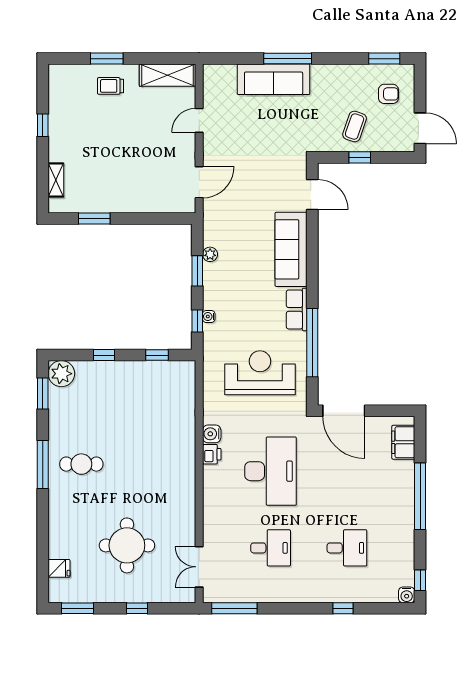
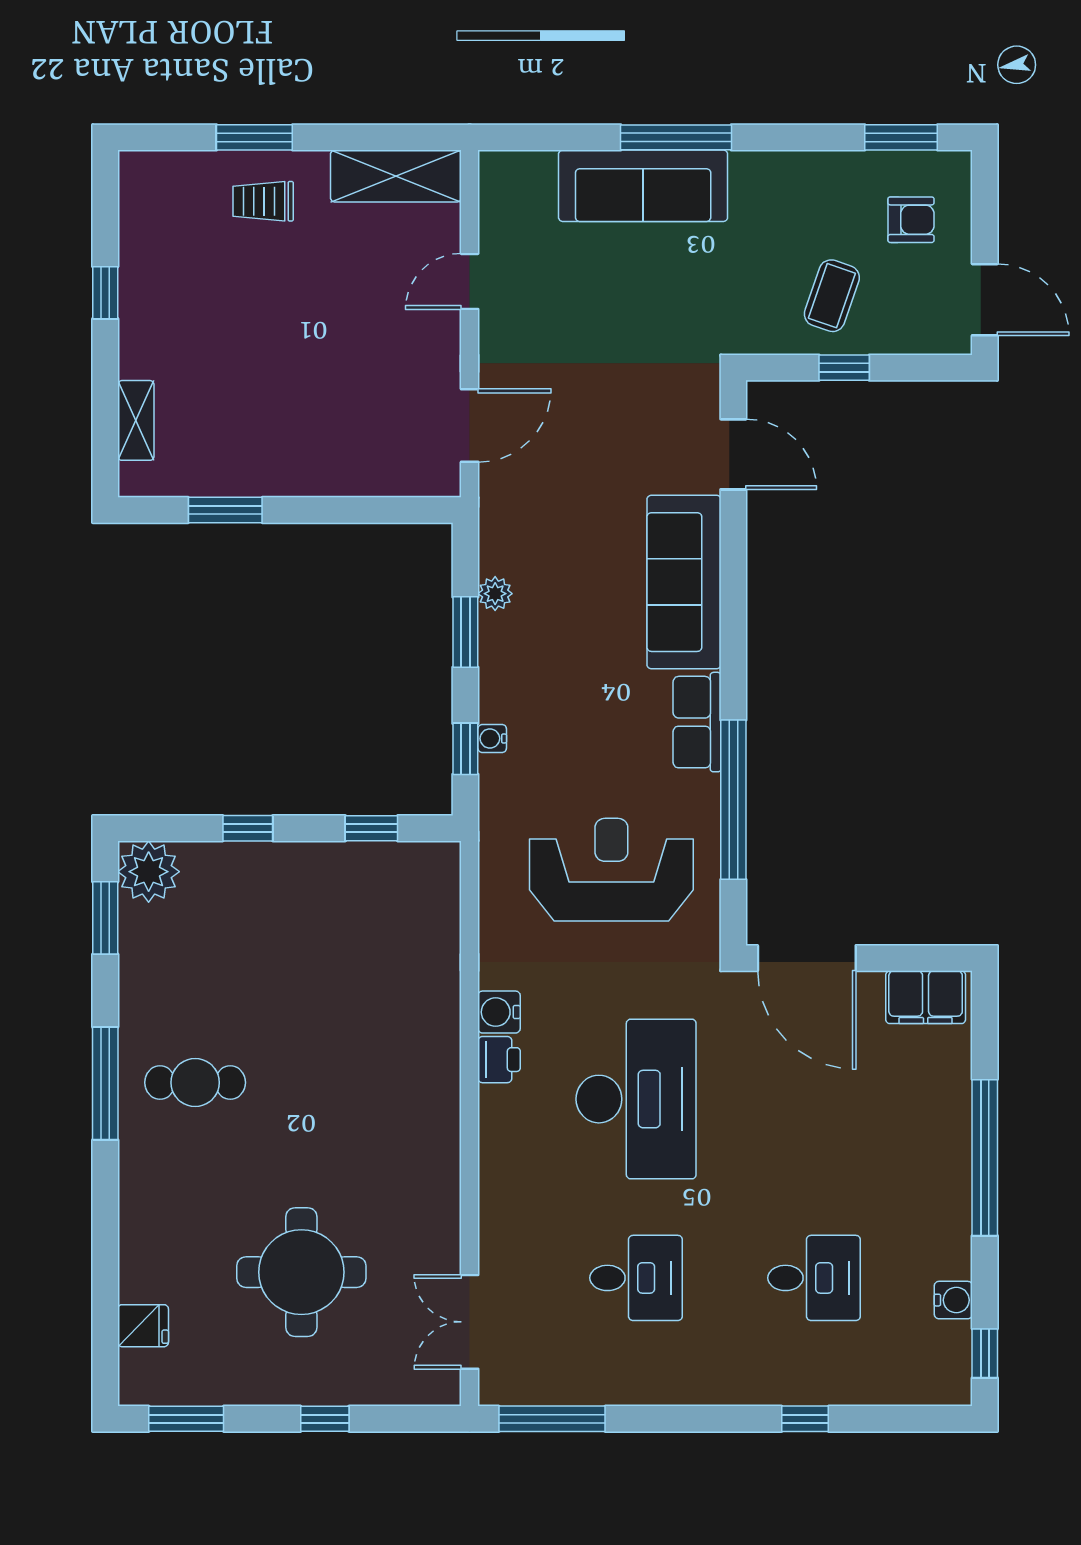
filing cabinet: (403, 442) -> (926, 997), moved, turned -90
water cooler: (407, 595) -> (953, 1300), moved, turned -90

